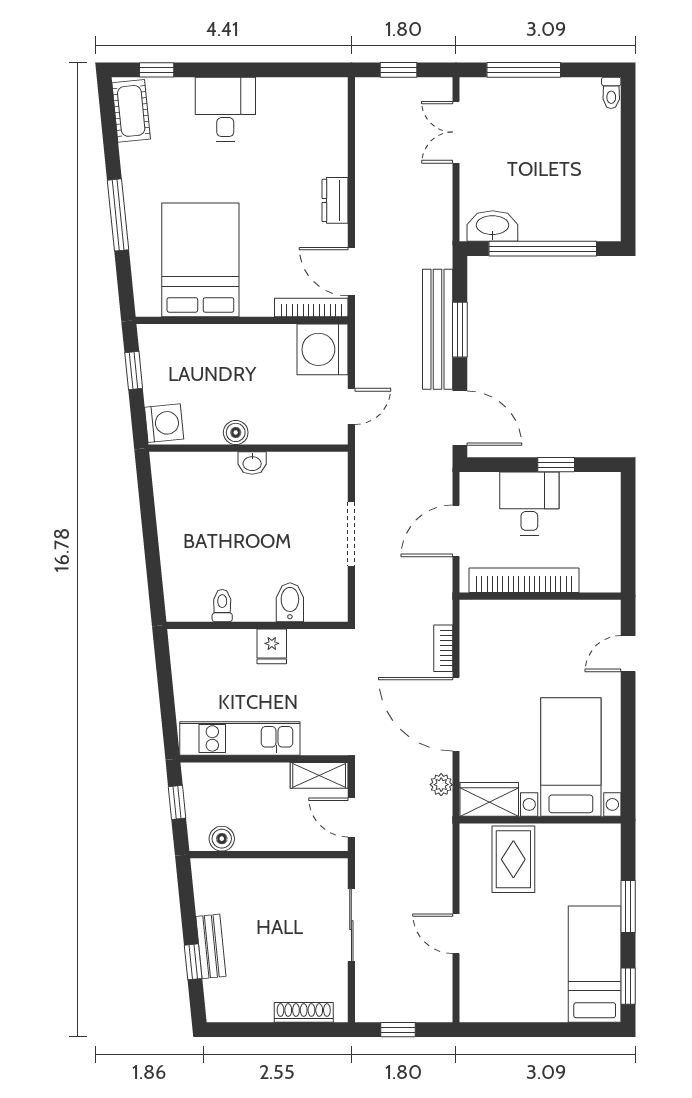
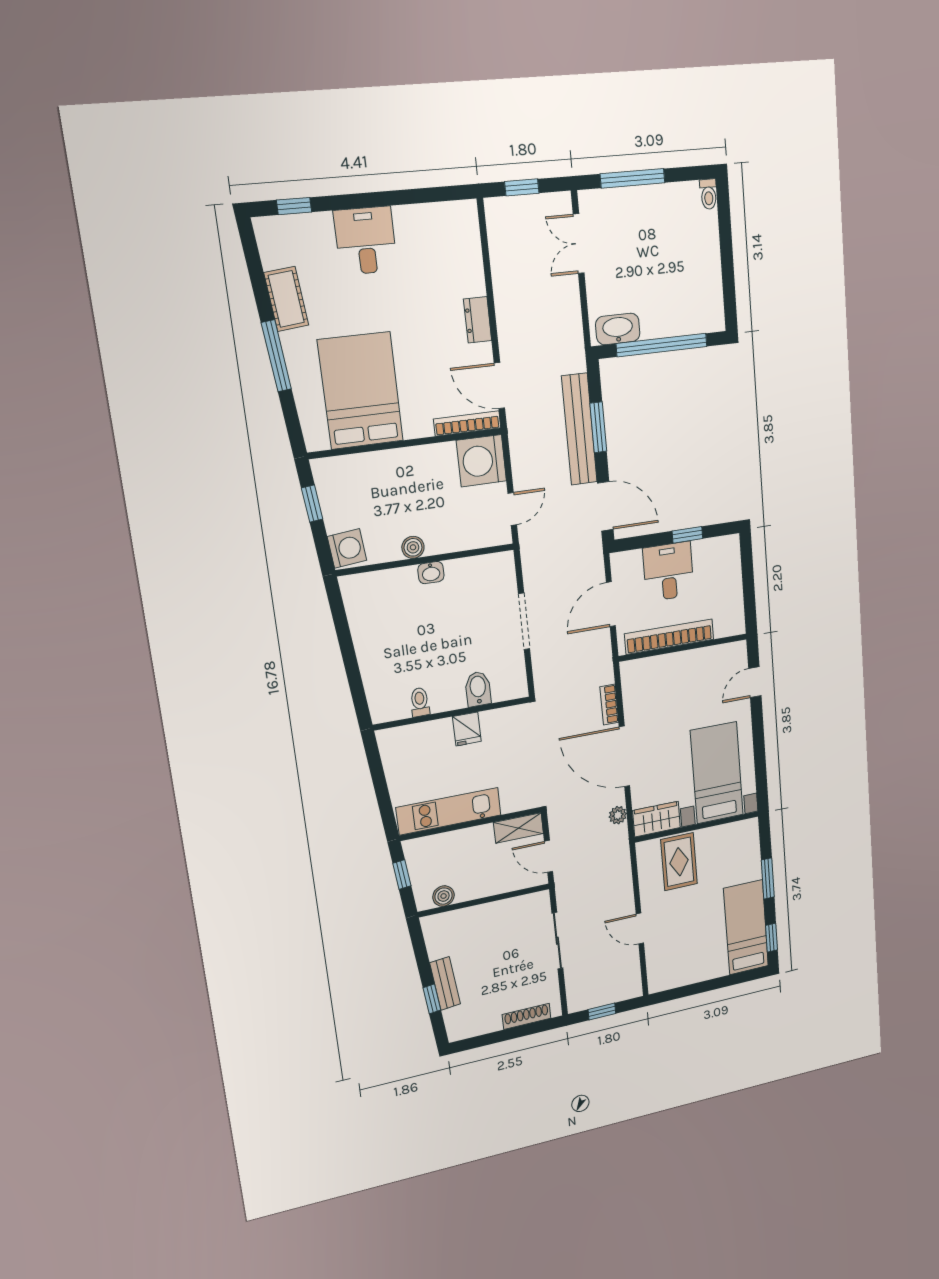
cot: (131, 111) -> (286, 299), moved

